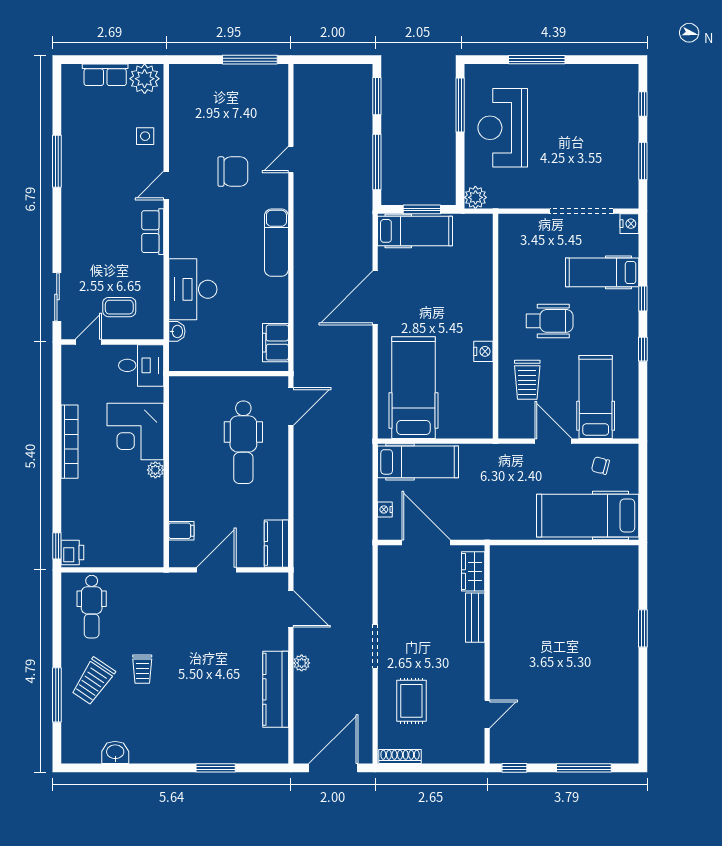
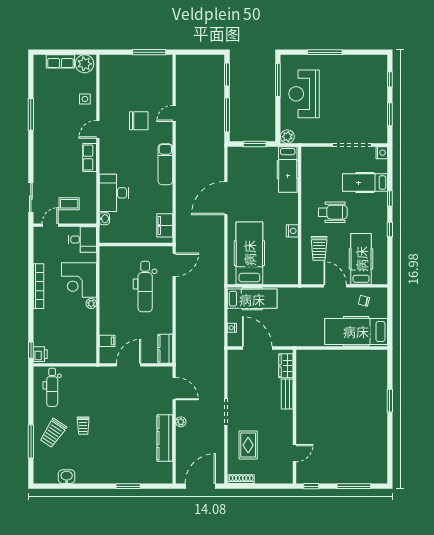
hospital bed: (415, 231) -> (288, 169), moved, turned 90

